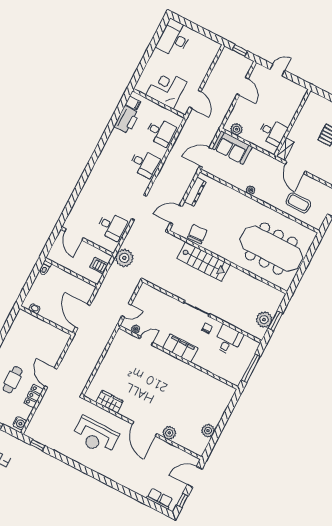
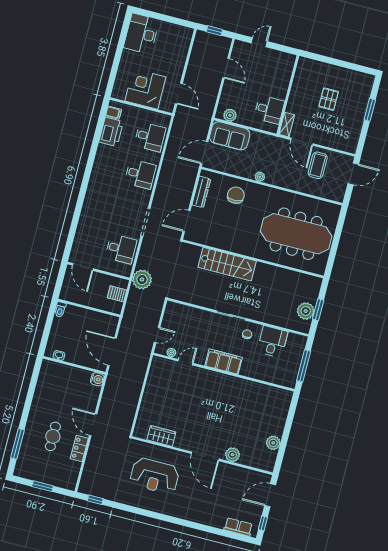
coffee table: (298, 203) -> (318, 165), moved, turned 90
chair: (197, 234) -> (236, 195), moved
water cooler: (20, 423) -> (97, 379), moved

